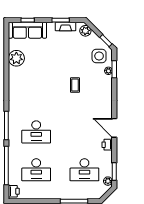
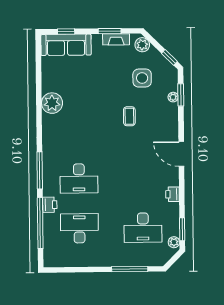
side table: (99, 56) -> (142, 78), moved
plant: (16, 58) -> (52, 103), moved
door: (114, 128) -> (181, 154), moved
desk: (36, 170) -> (79, 228), turned 180
printer: (14, 191) -> (50, 205), moved

